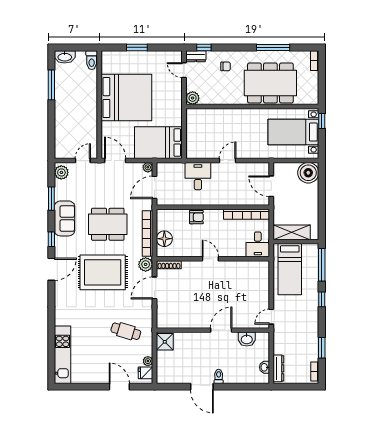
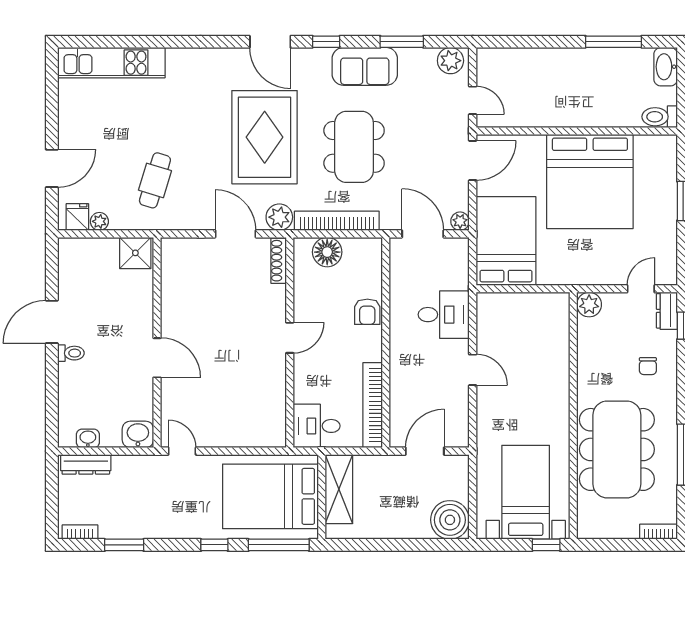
bed: (290, 269) -> (270, 496), width x1.50
washbasin: (247, 339) -> (138, 434), moved, turned 90

